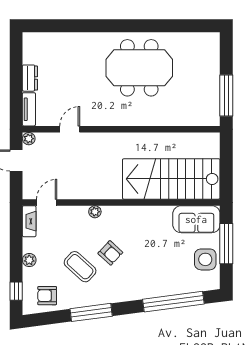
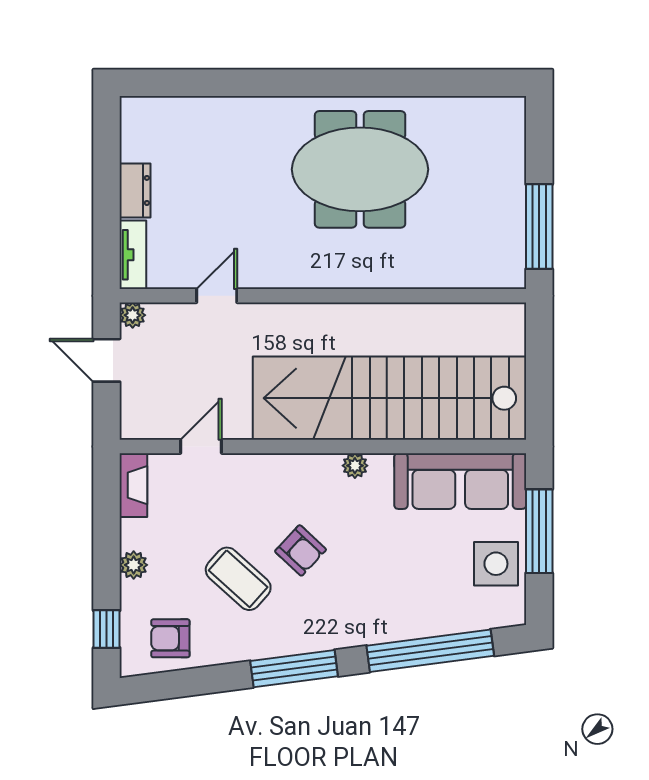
stairs: (171, 179) -> (389, 398), width x1.36
door: (47, 202) -> (201, 447), moved
plant: (95, 212) -> (355, 466), moved
sofa: (196, 219) -> (460, 481), width x1.36
window: (91, 312) -> (294, 669), moved

